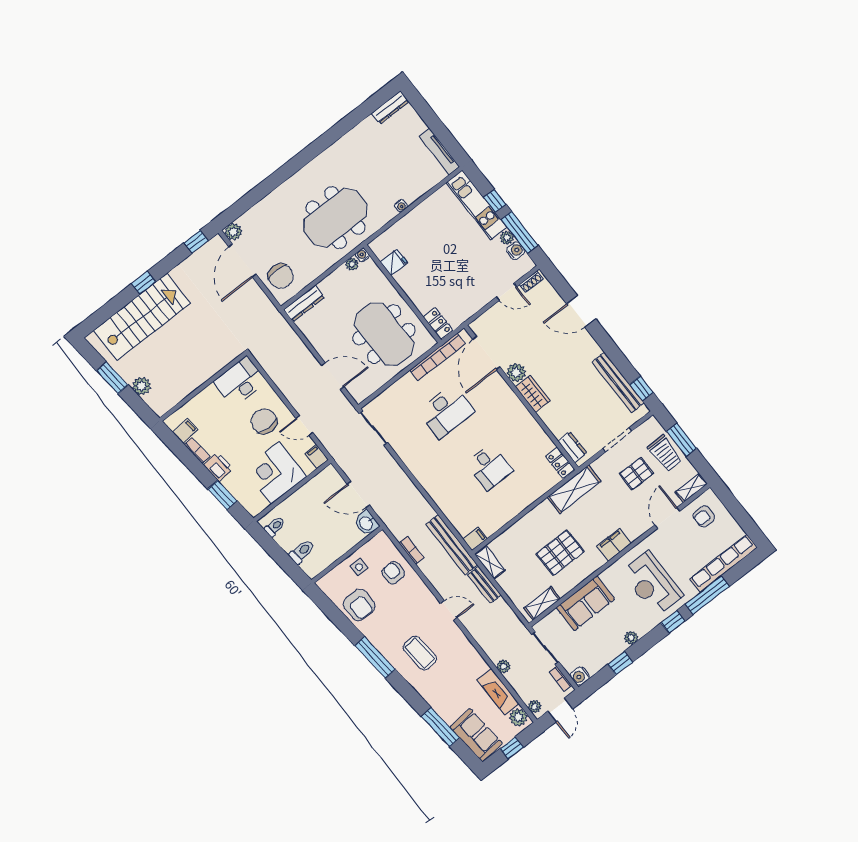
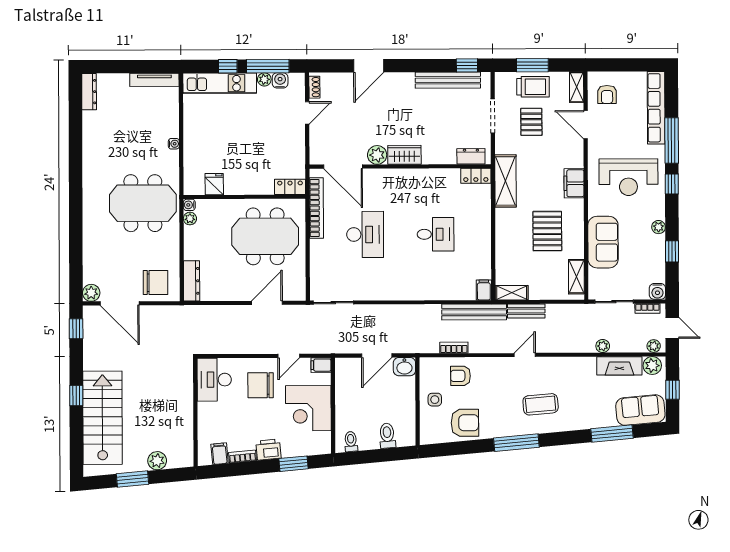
meeting table: (335, 218) -> (143, 203), turned 90

